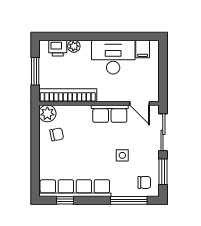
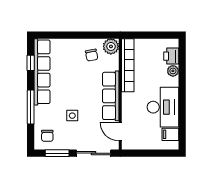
window: (35, 71) -> (150, 35), removed
door: (140, 103) -> (120, 132), hinge flipped
row of seats: (110, 114) -> (111, 96), width x1.48
window: (129, 200) -> (31, 107), moved

